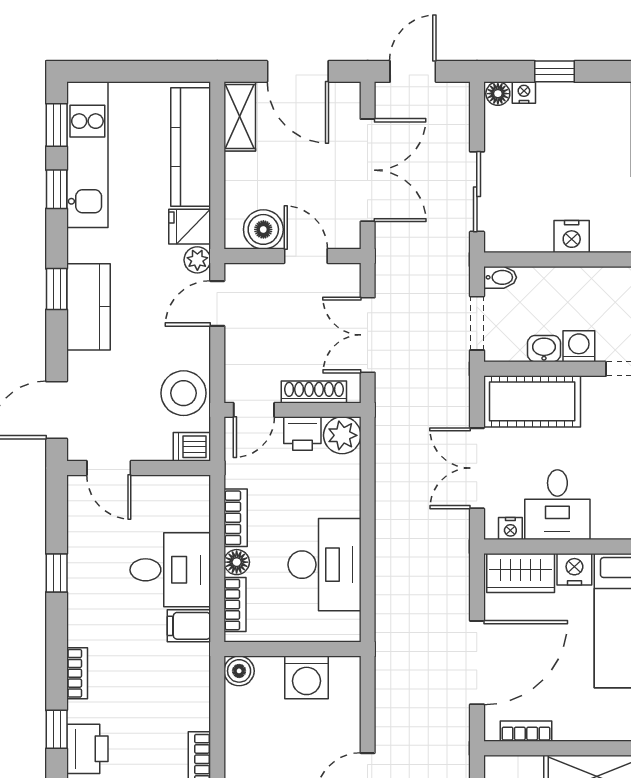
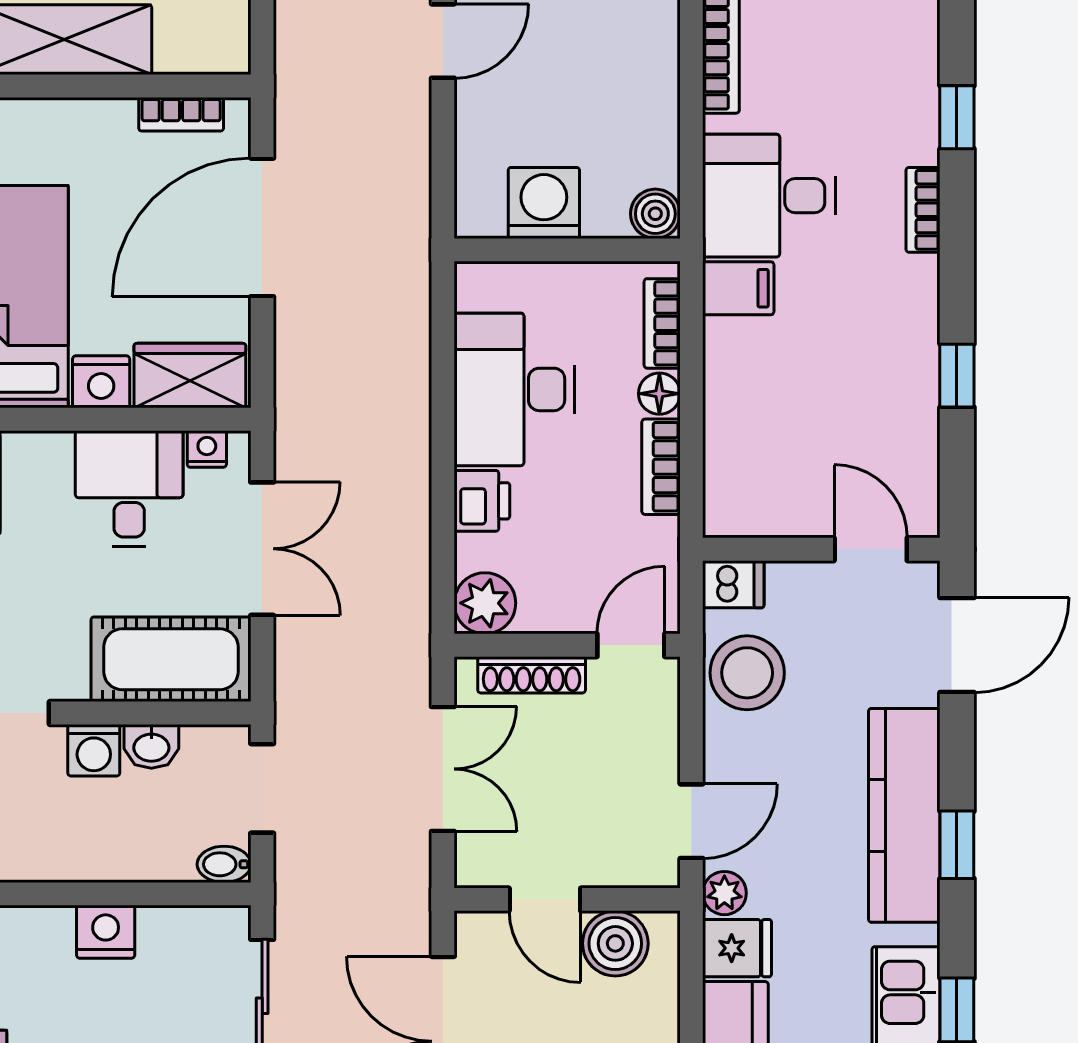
kitchen counter: (88, 307) -> (904, 815), width x1.50
printer: (302, 433) -> (482, 501), moved, turned 90
desk: (170, 570) -> (769, 196), moved
printer: (87, 749) -> (906, 85), removed

